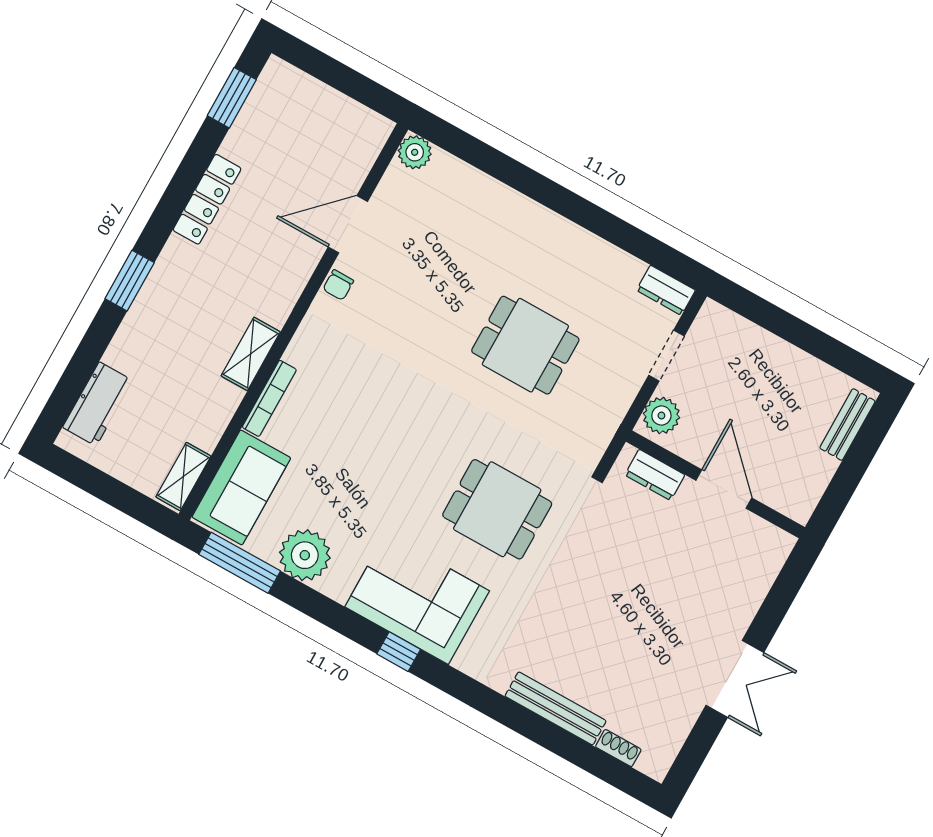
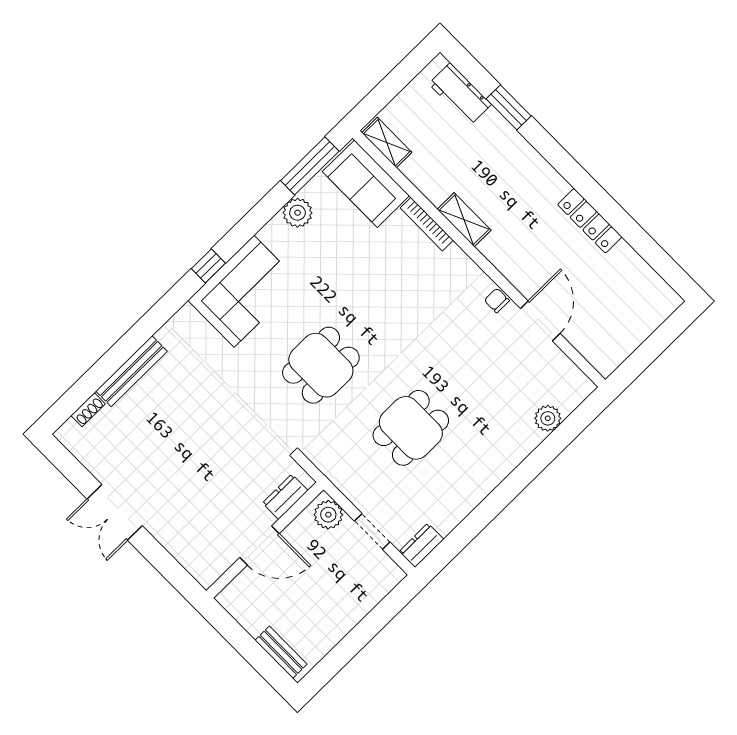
window: (232, 98) -> (661, 261), removed
plant: (415, 152) -> (548, 418), moved
window: (130, 281) -> (509, 107), moved
dining table: (497, 509) -> (321, 365), moved
plant: (305, 555) -> (298, 213), width x0.73, depth x0.73

